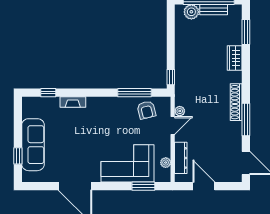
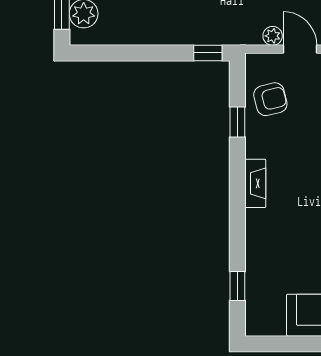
window: (134, 93) -> (237, 122), width x0.46
fireplace: (73, 102) -> (255, 183), moved

